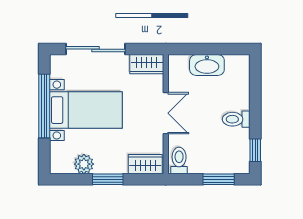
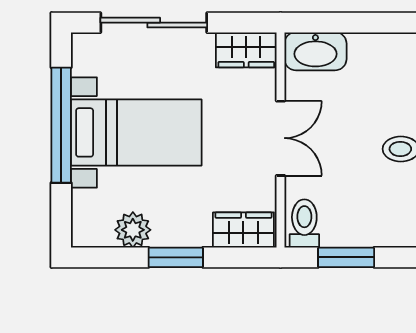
washbasin: (207, 65) -> (315, 51), moved
window: (219, 179) -> (346, 257), moved

